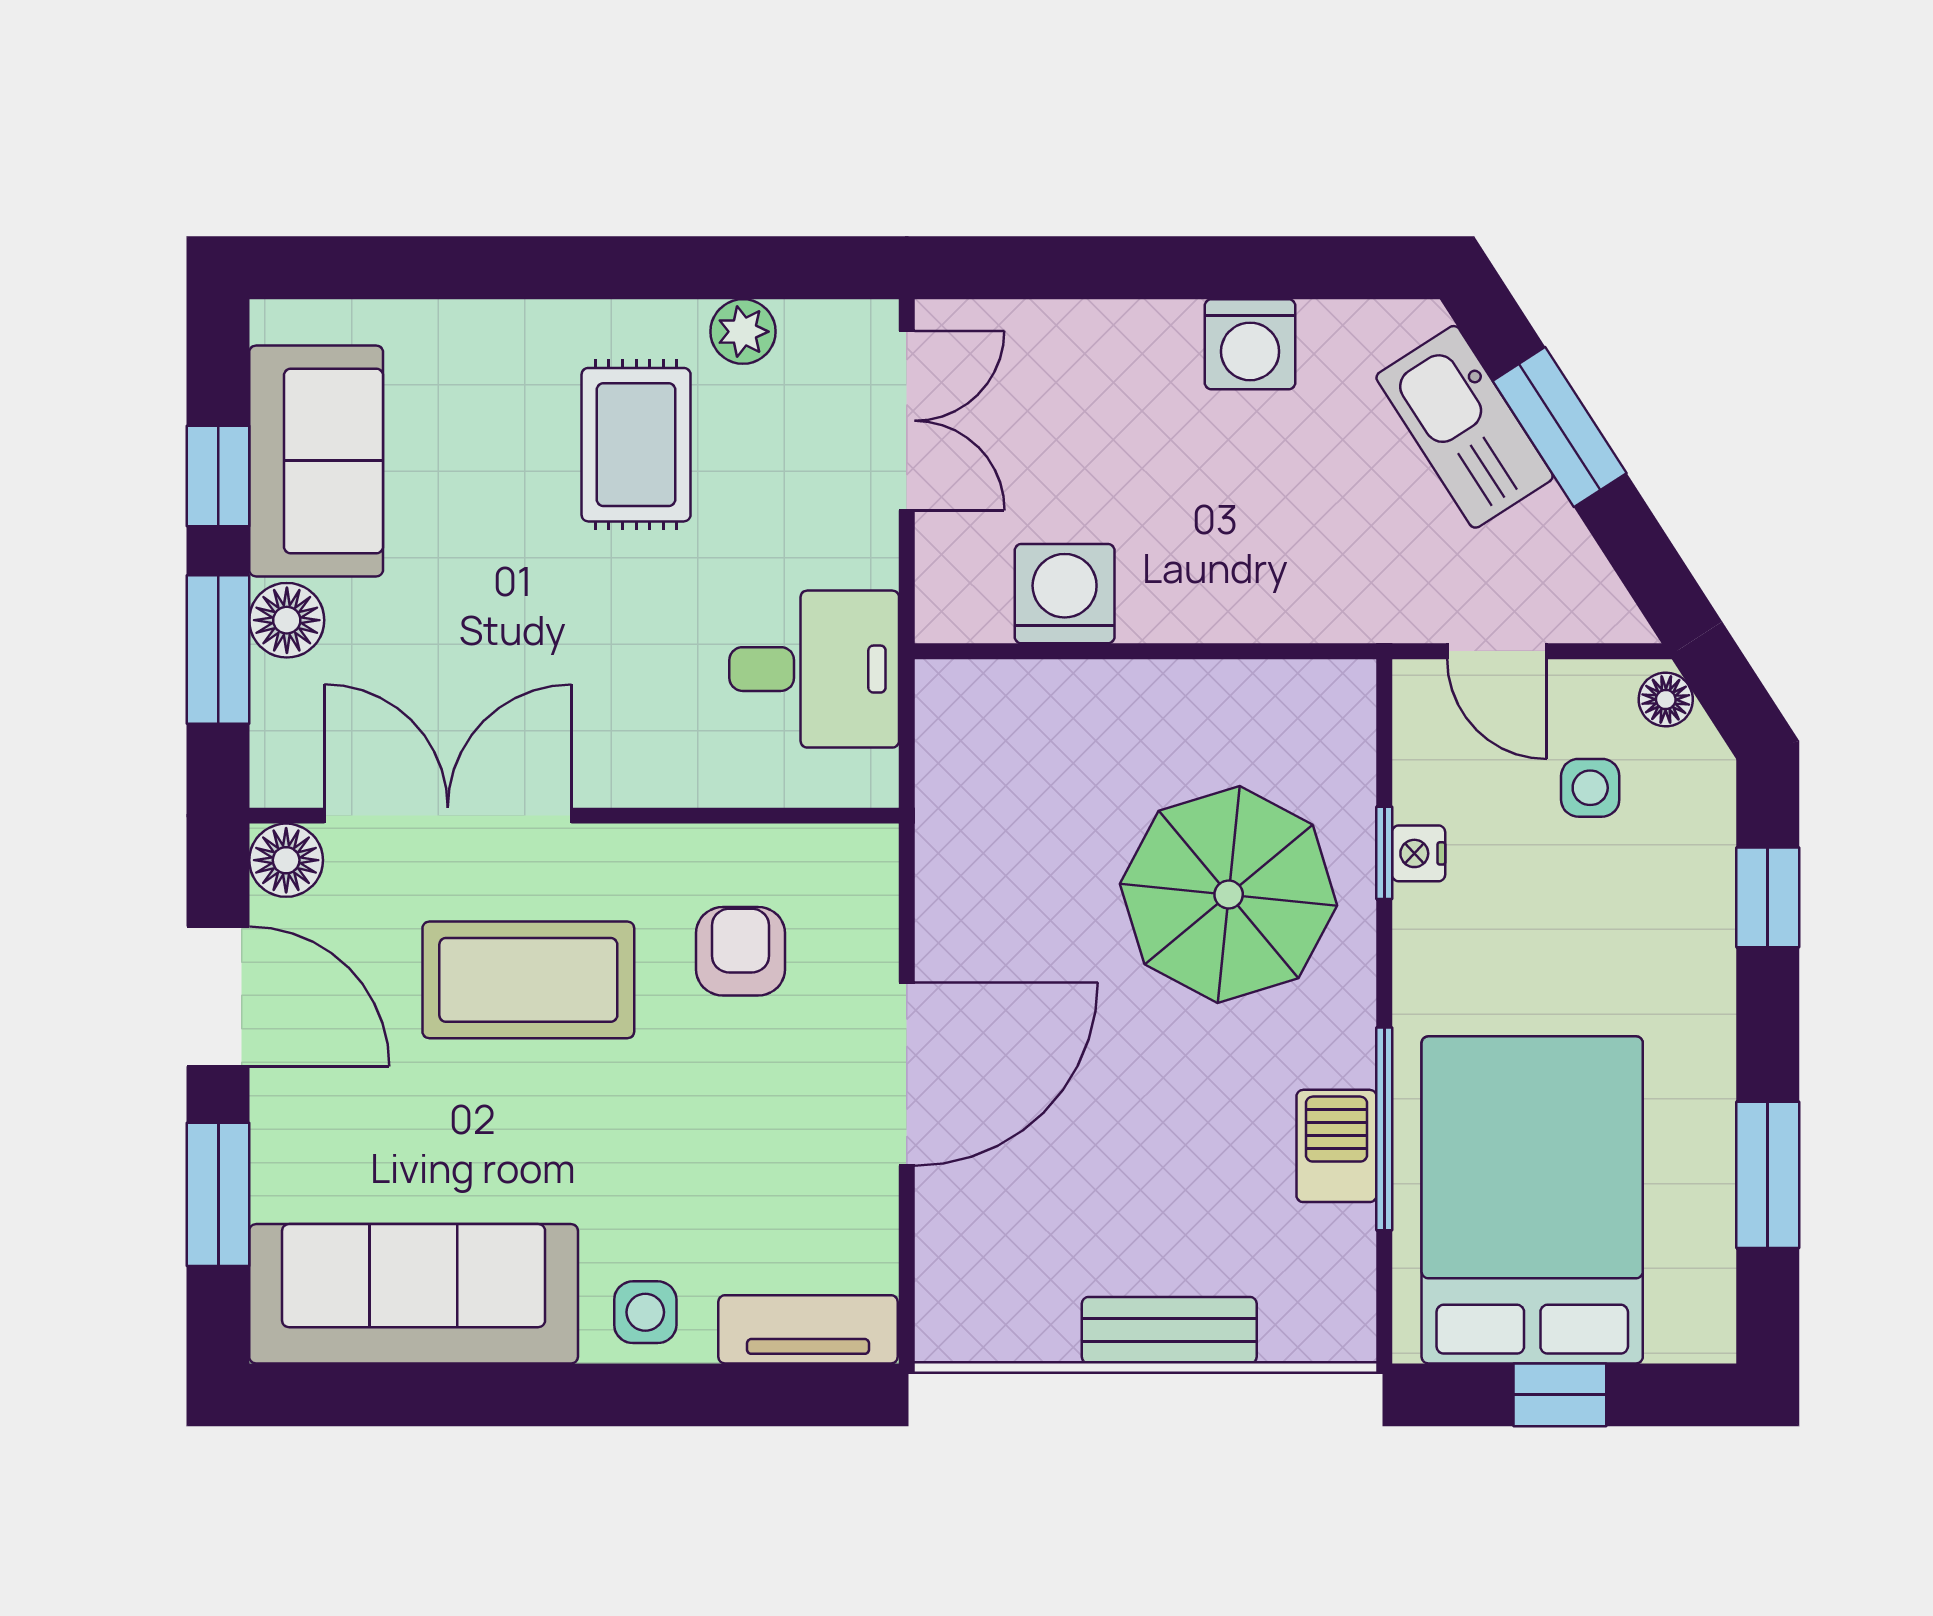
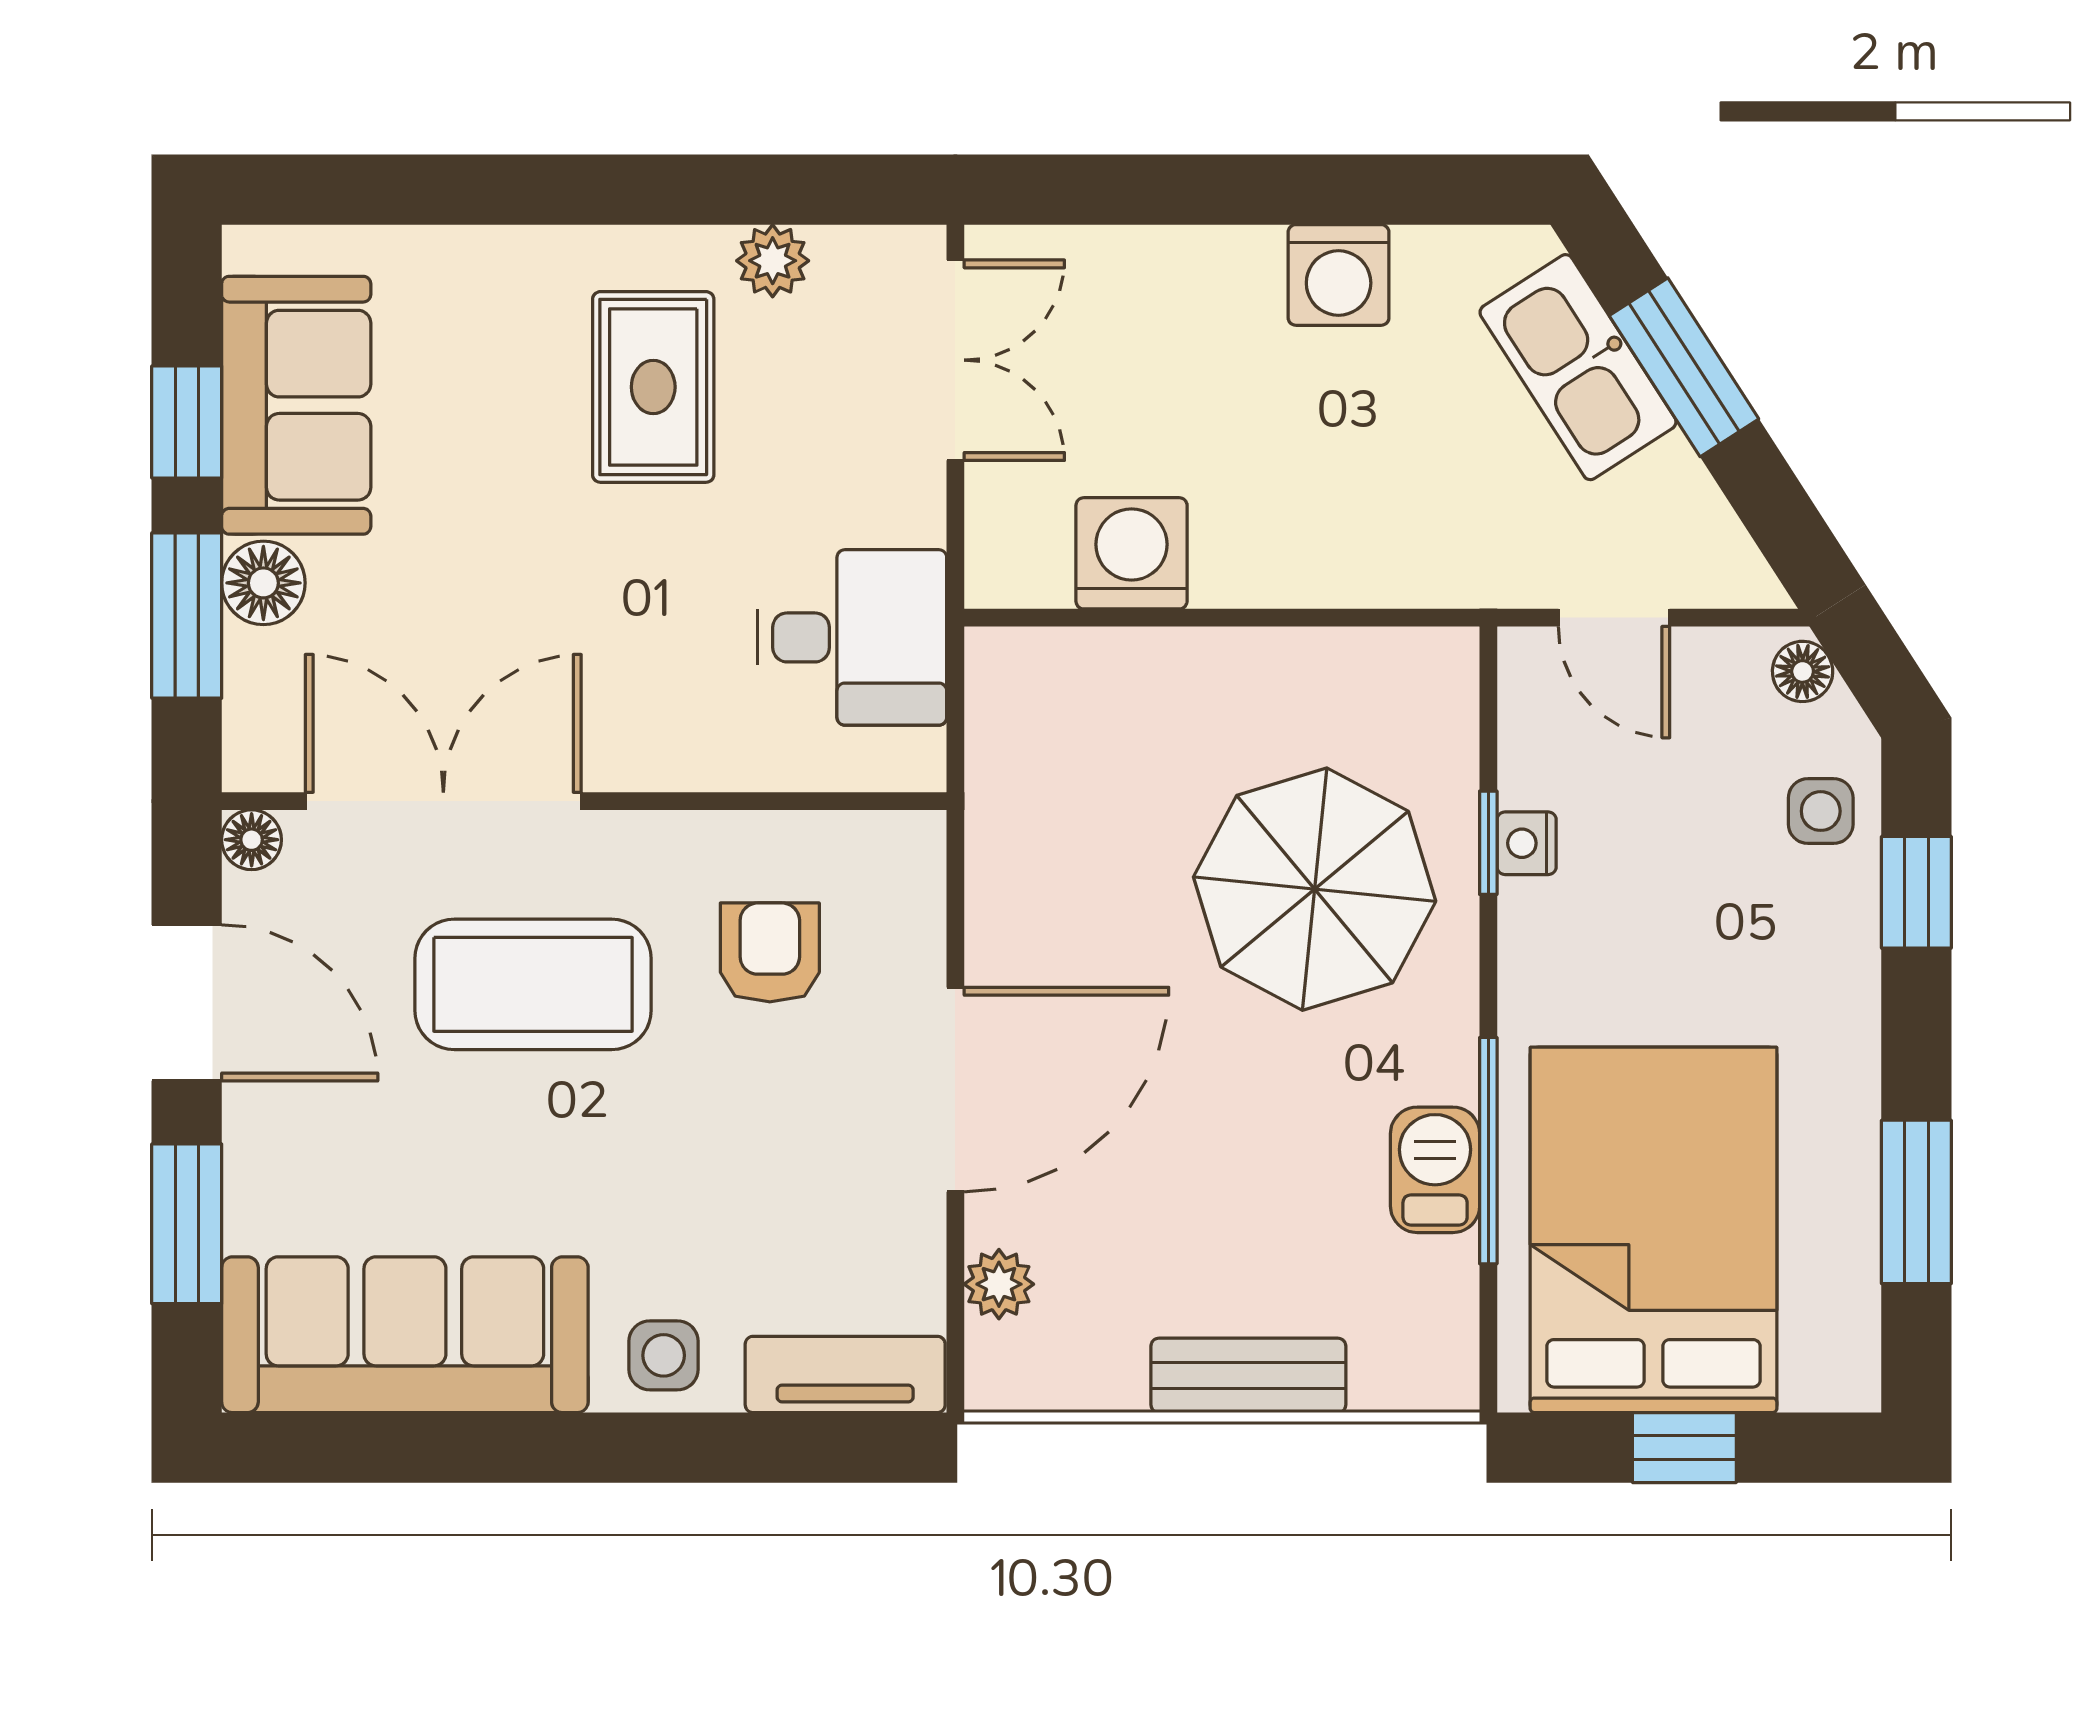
side table: (1590, 788) -> (1821, 811), moved
floor lamp: (286, 860) -> (252, 840), width x0.73, depth x0.73
plant: (946, 1248) -> (999, 1284), added

